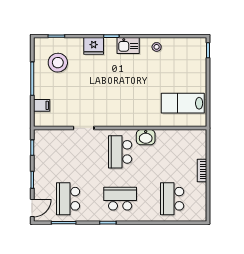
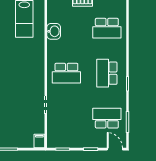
filing cabinet: (42, 105) -> (39, 141), moved
washbasin: (146, 137) -> (54, 31), moved
school desk: (68, 199) -> (107, 118), turned 180

